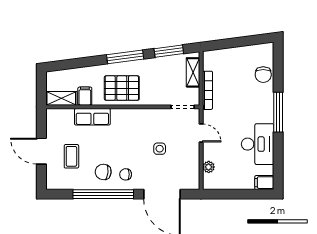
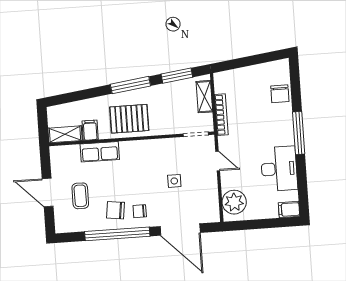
plant: (209, 167) -> (234, 202), width x1.87, depth x1.87

